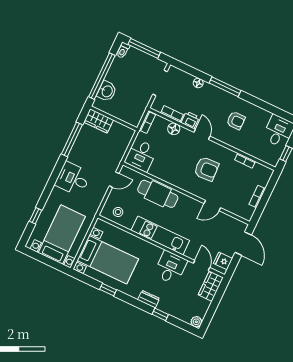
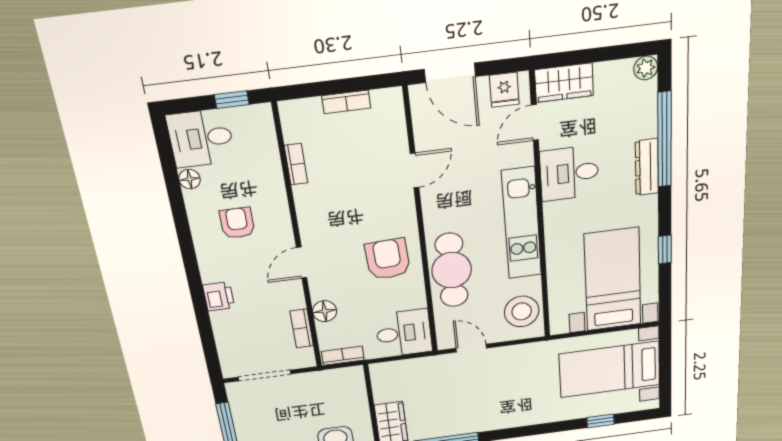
floor lamp: (198, 83) -> (190, 179), moved
window: (225, 87) -> (193, 276), removed
printer: (190, 120) -> (219, 296), moved, turned 180
armchair: (206, 169) -> (388, 259), moved
desk: (73, 179) -> (508, 405), removed
door: (212, 206) -> (414, 170), hinge flipped
stool: (118, 212) -> (522, 311), width x1.89, depth x1.89
door: (243, 244) -> (450, 73), swing flipped
dresser: (149, 299) -> (647, 167), width x1.44
window: (160, 314) -> (665, 140), width x3.17

